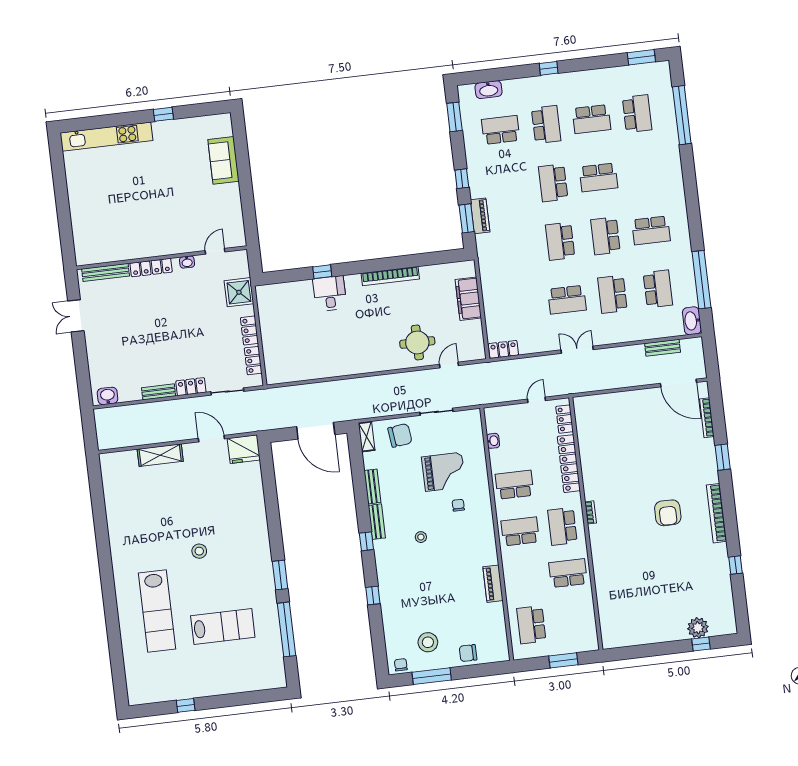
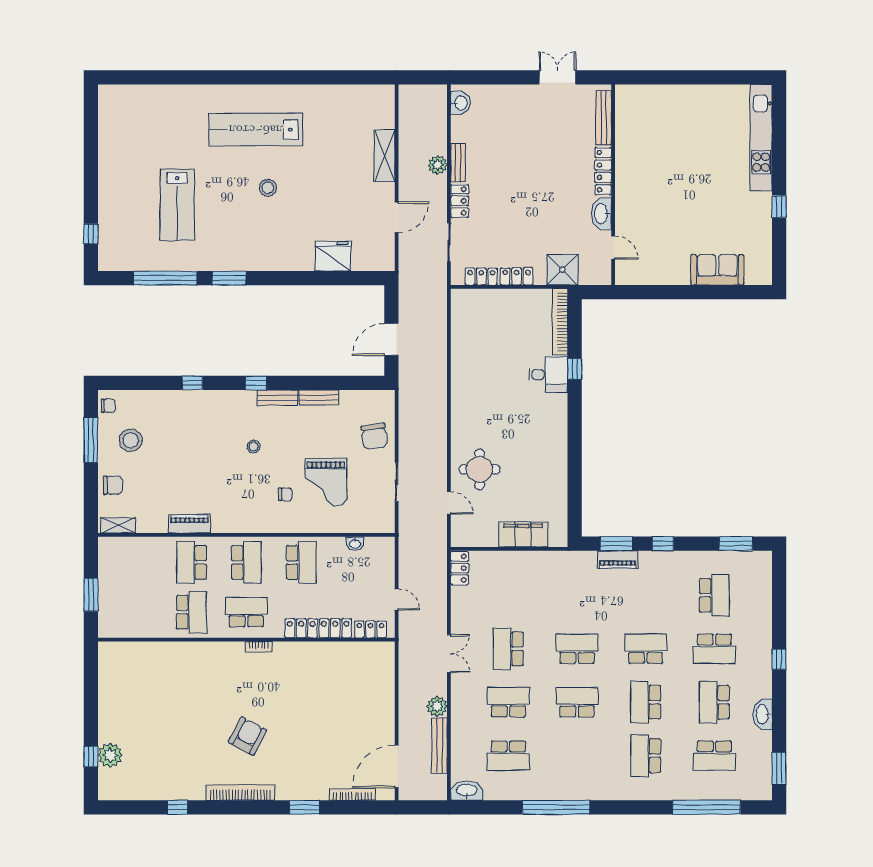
washbasin: (489, 90) -> (763, 714), moved
school desk: (651, 230) -> (646, 756), moved
washbasin: (187, 262) -> (602, 214), width x1.91, depth x1.45
bookcase: (390, 276) -> (560, 322), moved
window: (701, 280) -> (556, 807), moved
bench: (663, 348) -> (439, 745), width x1.36
plant: (623, 355) -> (437, 706), added
plant: (163, 409) -> (438, 165), added
door: (316, 431) -> (391, 339), width x0.73
shelving: (367, 437) -> (118, 525), moved
fridge: (244, 449) -> (333, 256), moved, turned 90
armchair: (668, 513) -> (247, 736), turned 118
lab bench: (157, 611) -> (256, 130), moved
school desk: (531, 625) -> (191, 562), moved, turned -90
chair: (468, 653) -> (113, 485), turned 90
window: (186, 705) -> (91, 234), moved

